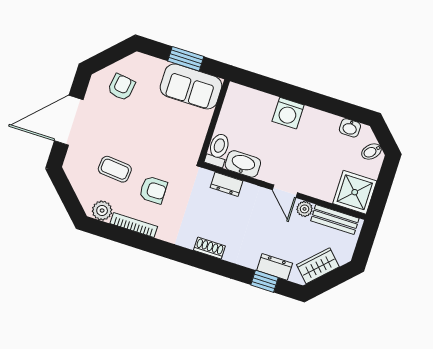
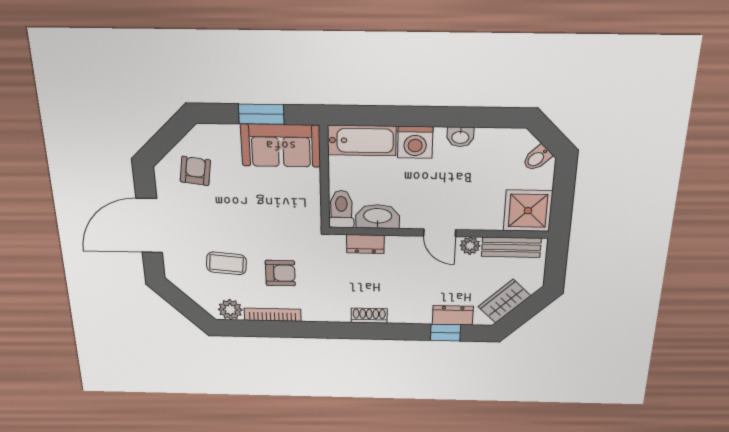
bathtub: (250, 100) -> (362, 141), added
washbasin: (350, 128) -> (460, 137), moved

